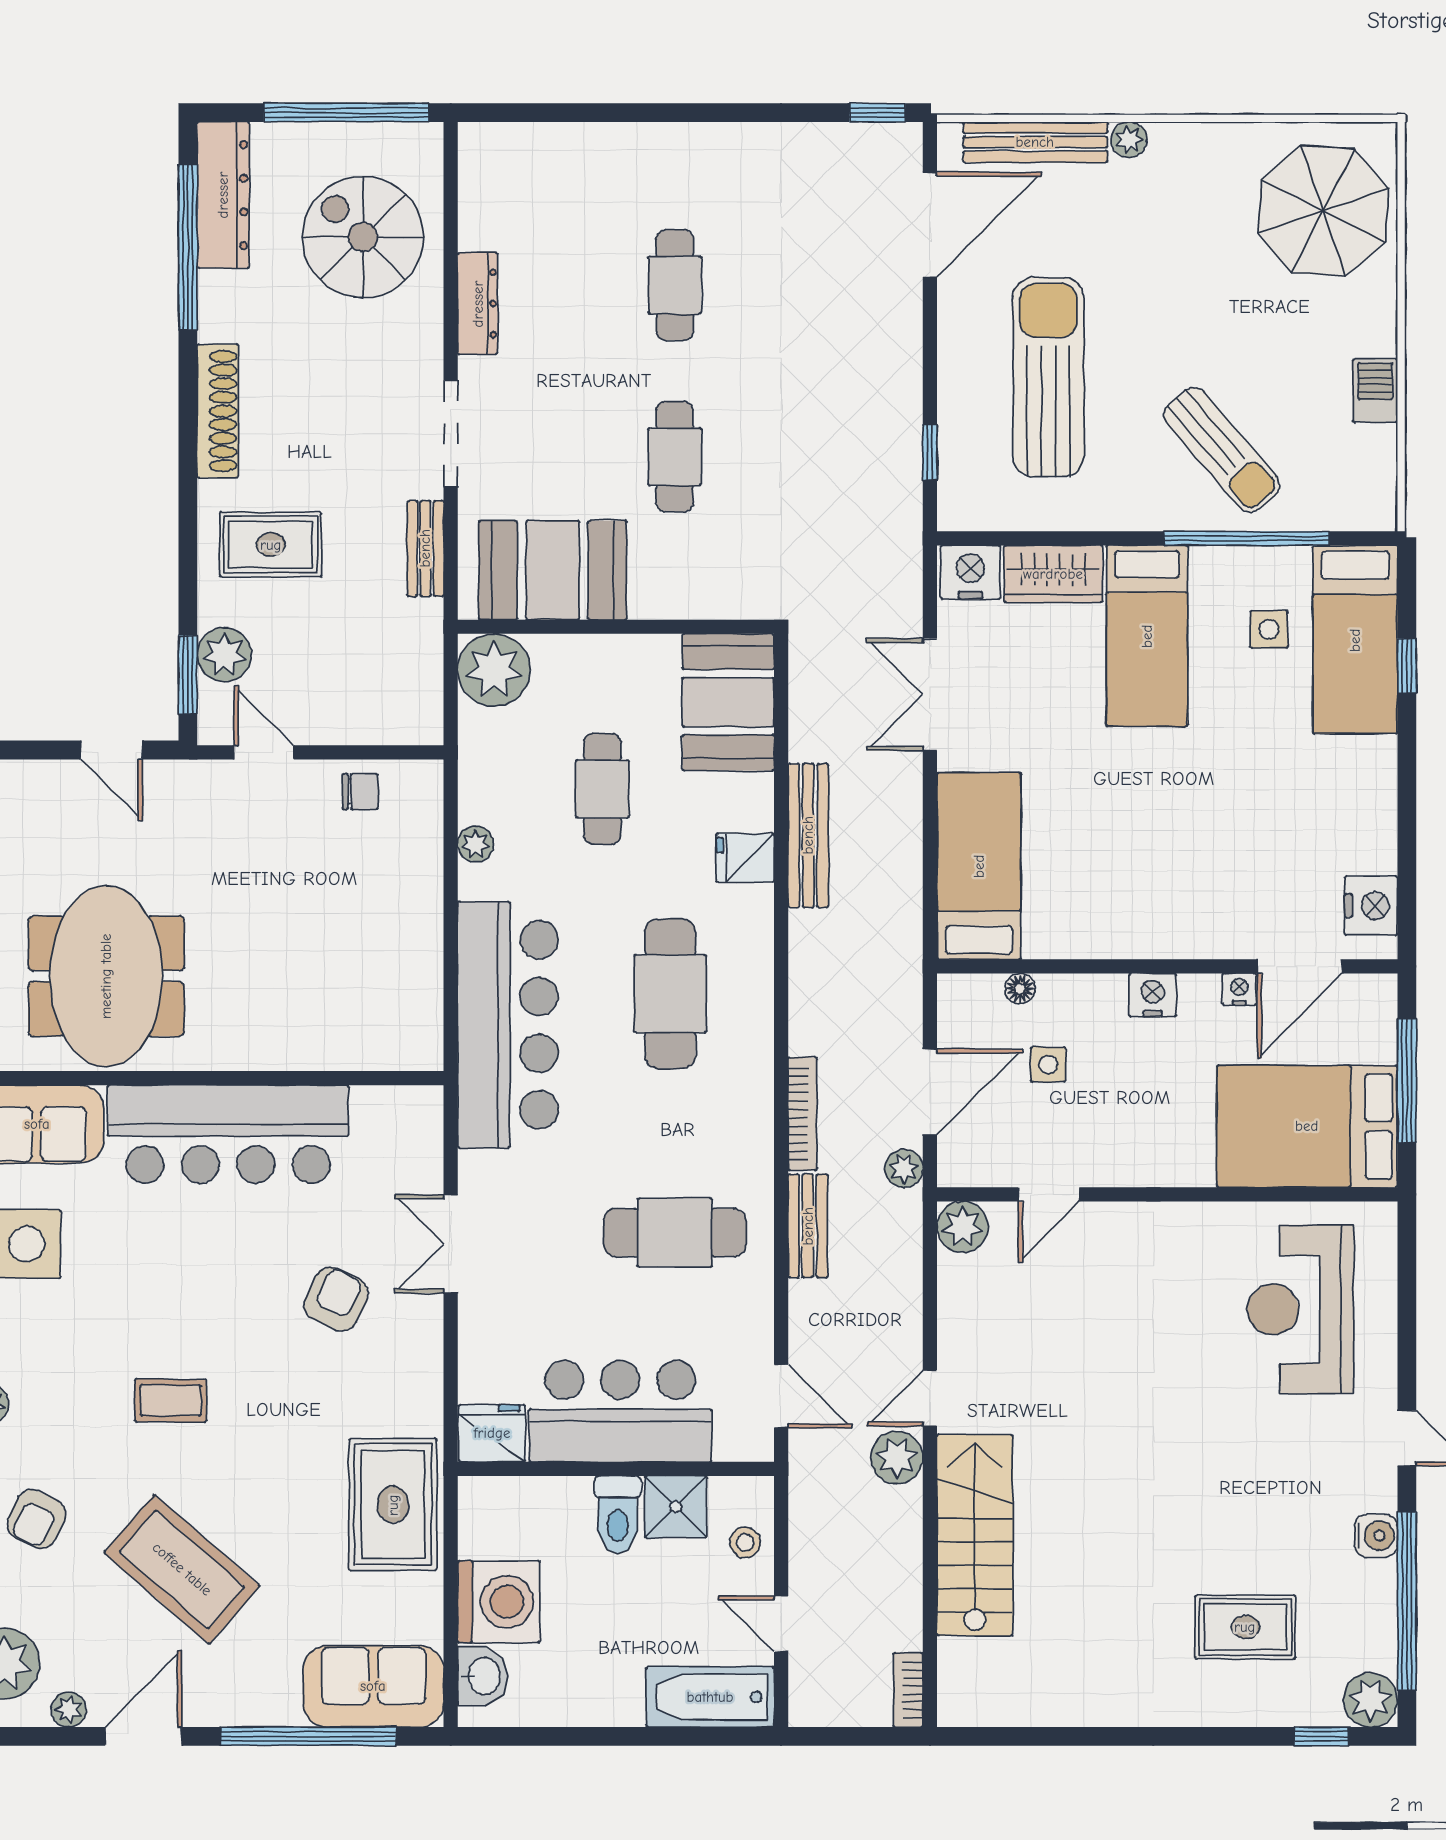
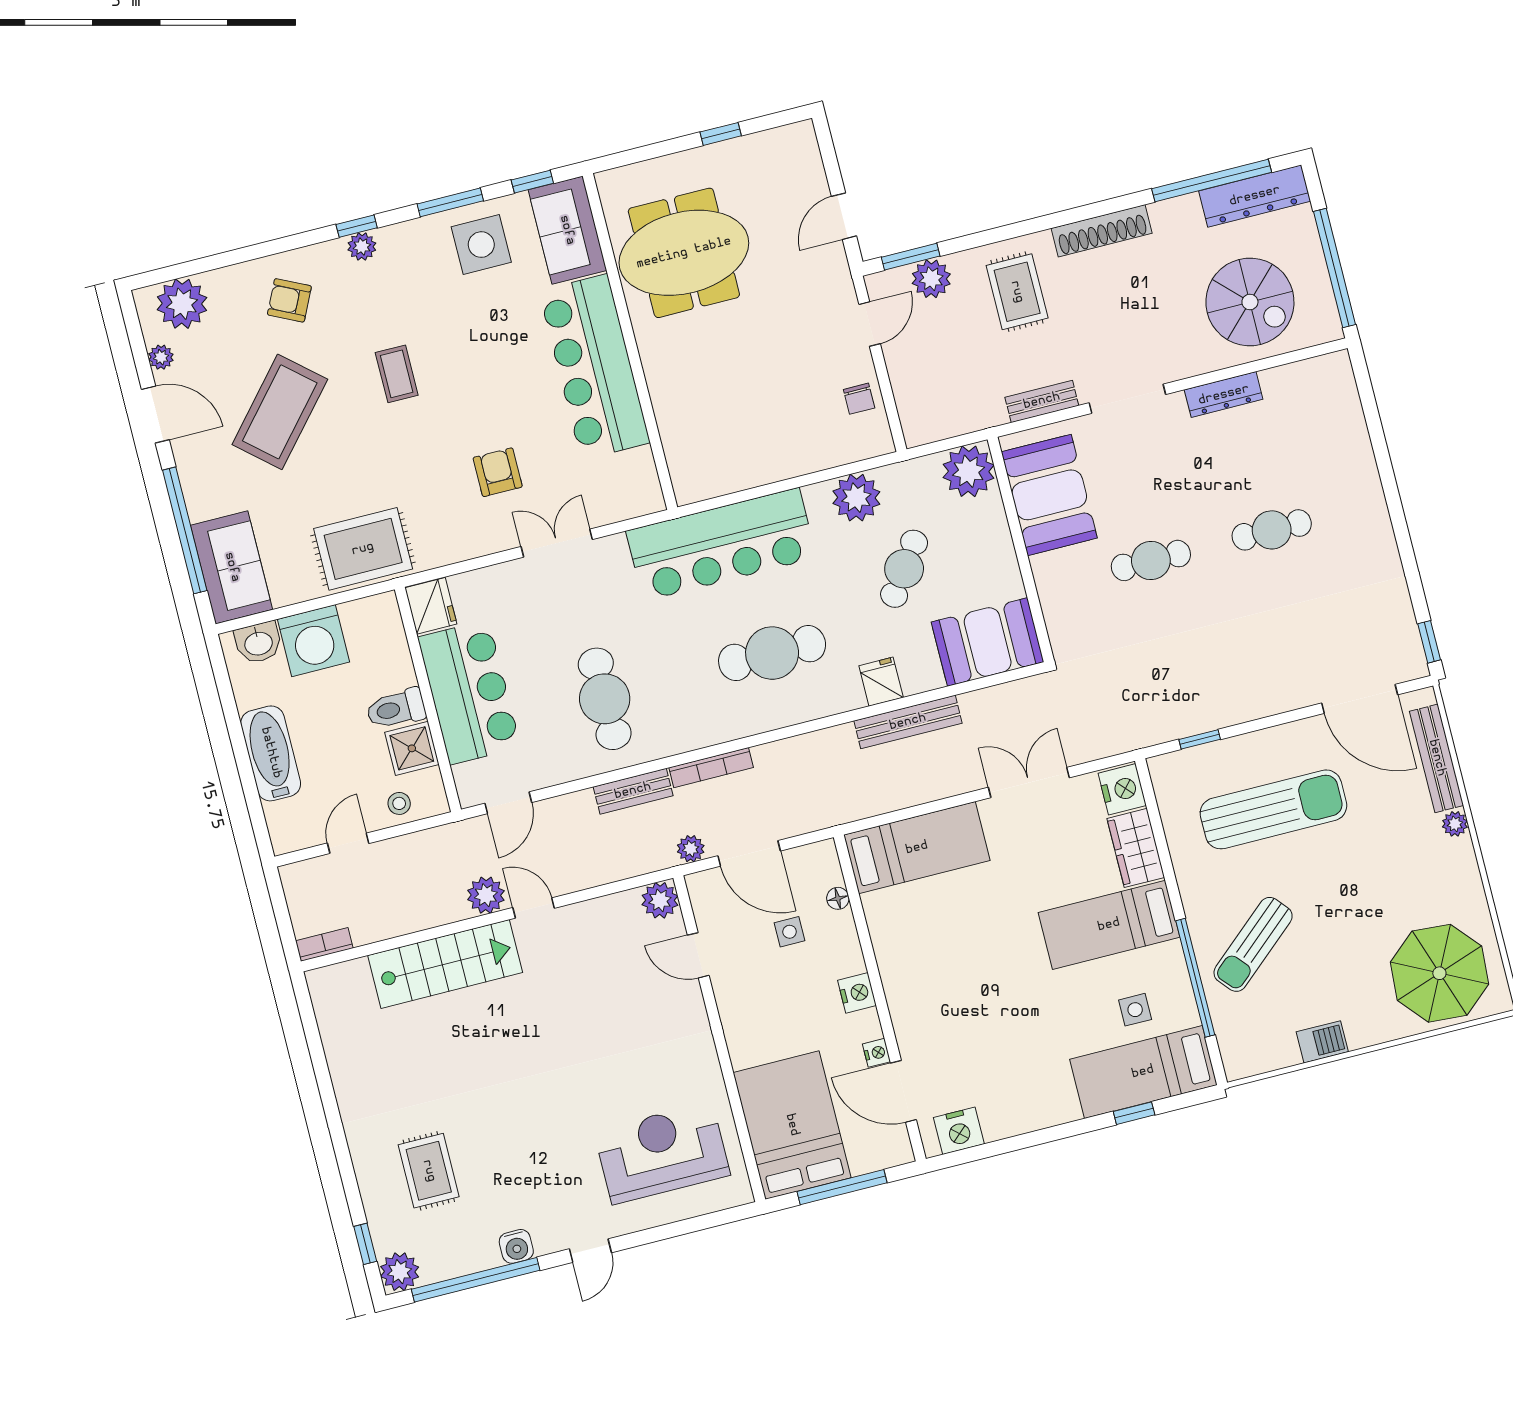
spiral stairs: (363, 237) -> (1250, 302), turned 90
cafe table: (602, 789) -> (904, 569), turned -55
plant: (476, 844) -> (856, 498), width x1.87, depth x1.87
armchair: (336, 1299) -> (498, 472), turned -115
bathtub: (710, 1697) -> (271, 753), moved

